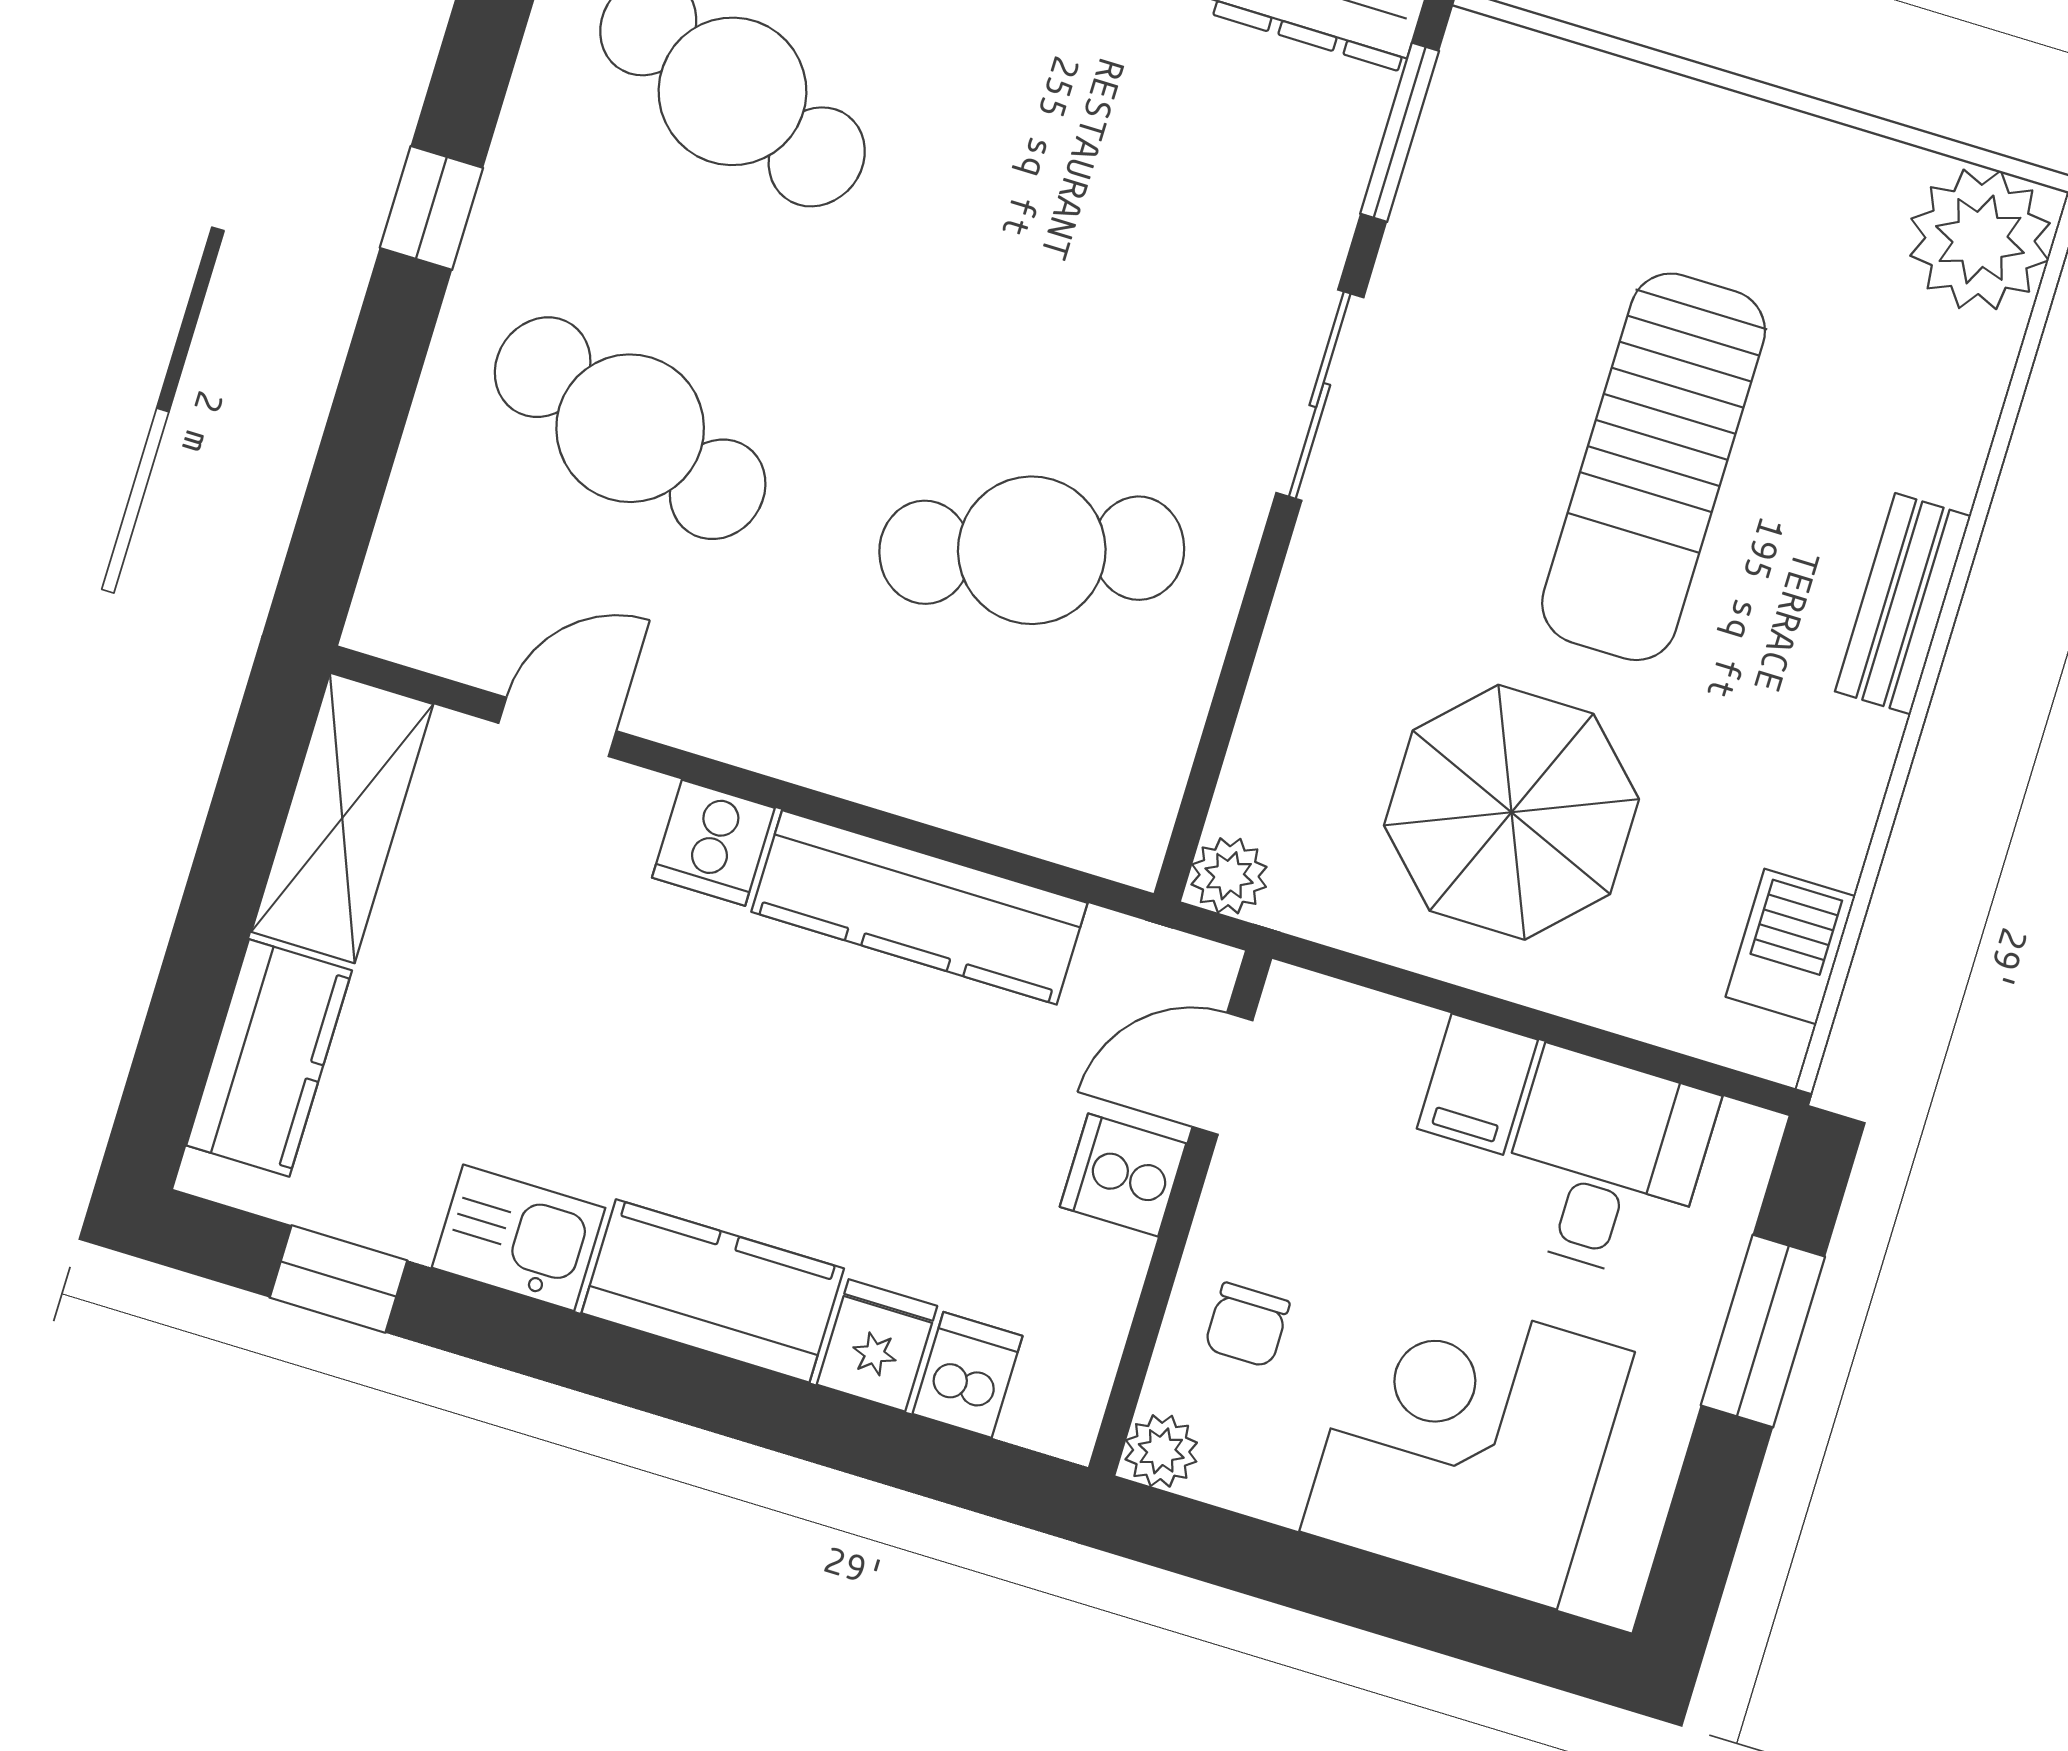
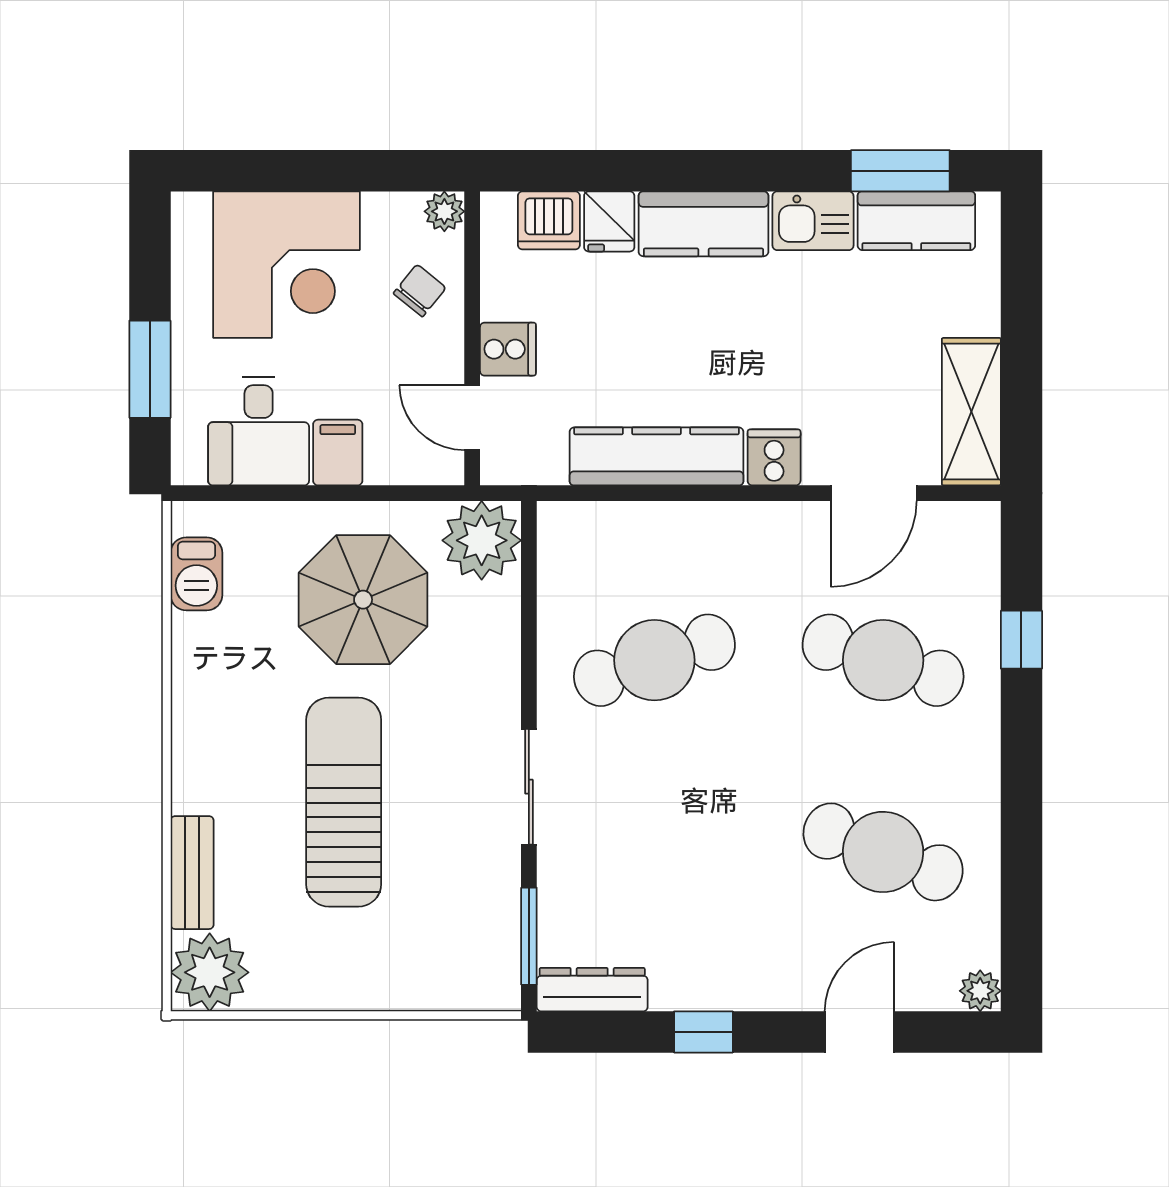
window: (431, 208) -> (1021, 640), moved
bench: (1903, 604) -> (192, 873), moved
door: (557, 727) -> (874, 493), width x1.38
plant: (1229, 876) -> (482, 540), width x1.88, depth x1.88
kitchen counter: (269, 1058) -> (916, 221), moved, turned -90
door: (1222, 1074) -> (472, 418), swing flipped
window: (338, 1279) -> (900, 171), width x1.50
chair: (1247, 1325) -> (420, 291), turned 39
dishwasher: (968, 1375) -> (549, 220), width x1.38

